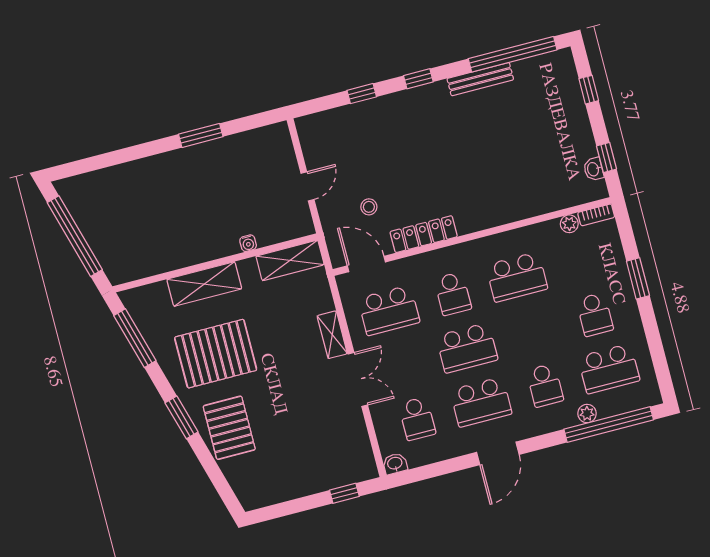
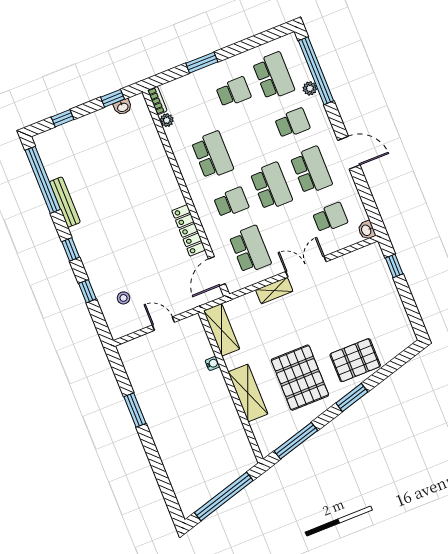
stool: (369, 207) -> (123, 298), moved

